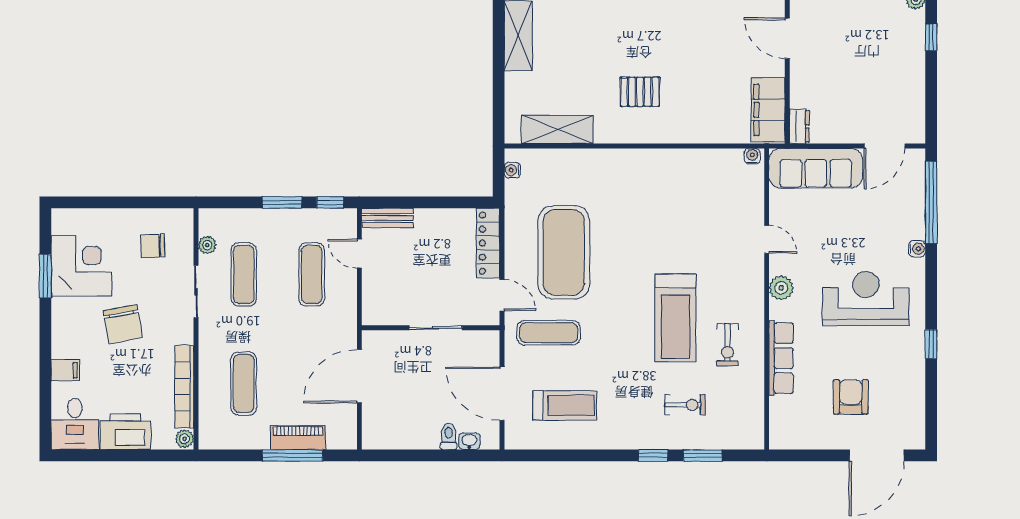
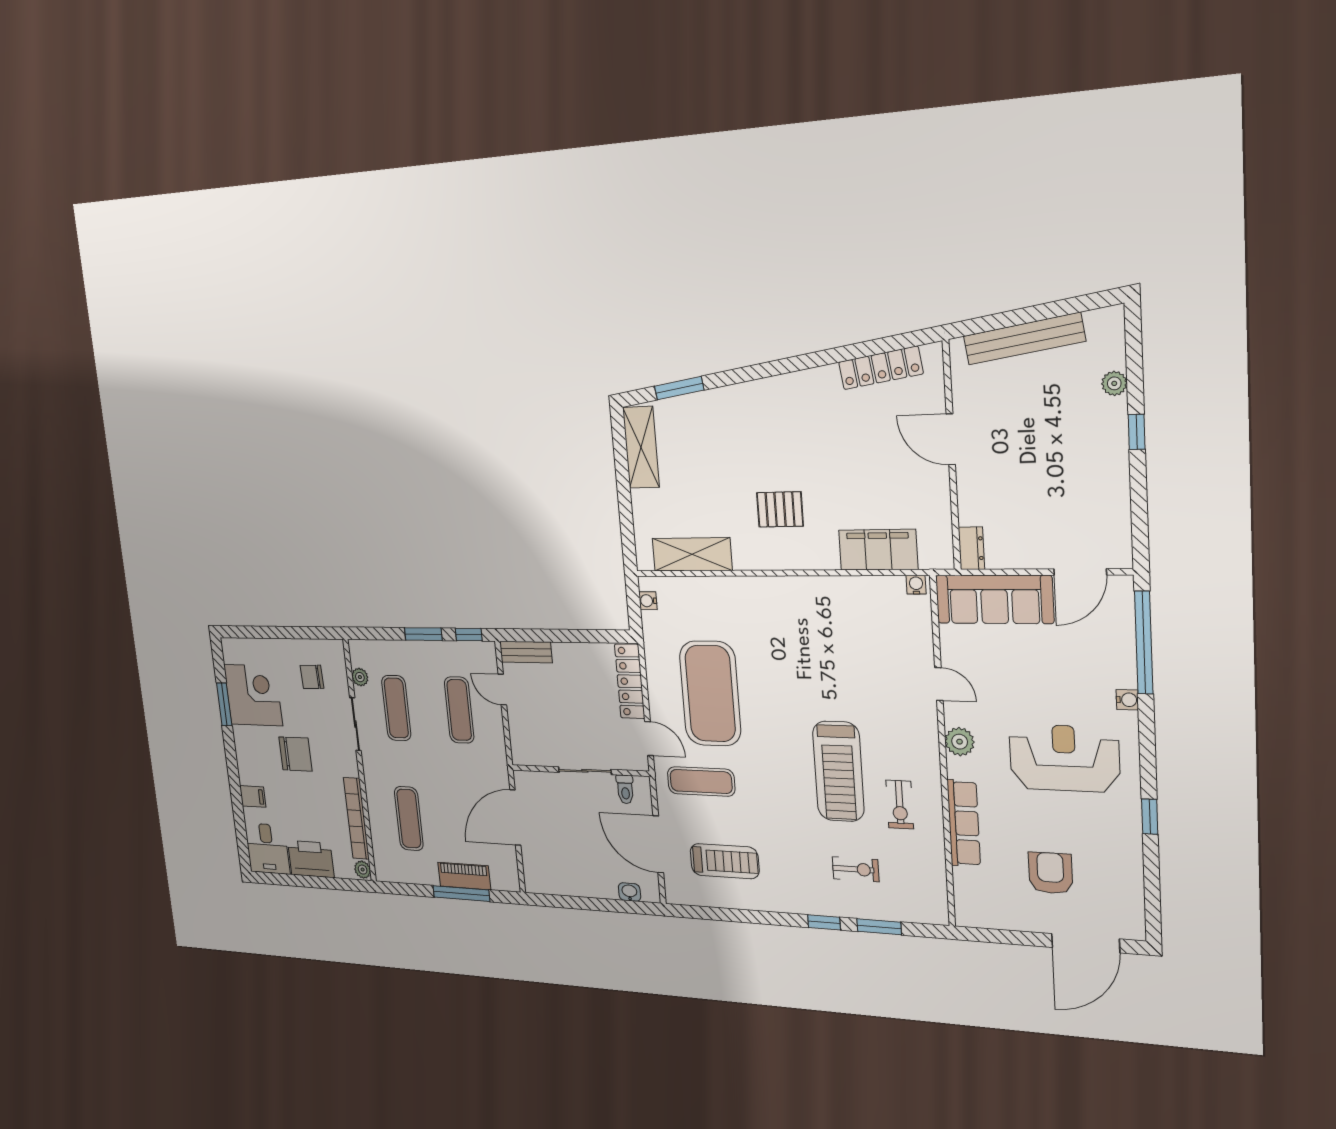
filing cabinet: (768, 110) -> (878, 550), moved, turned 90
chair: (123, 324) -> (295, 754), turned -80
toilet: (449, 436) -> (625, 789), moved, turned 180

